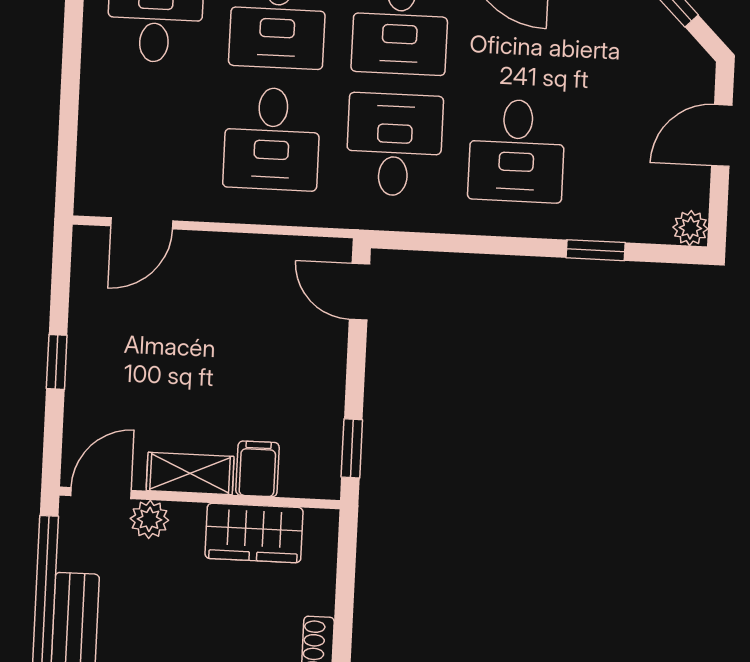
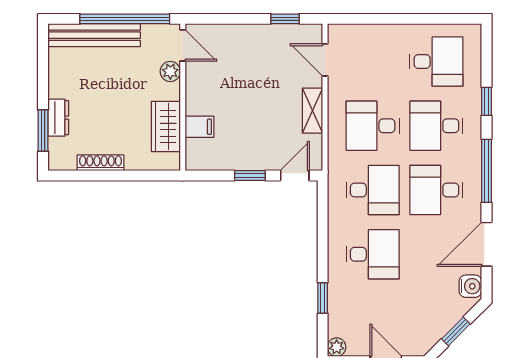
desk: (517, 151) -> (373, 254), turned 180
window: (57, 362) -> (285, 19), moved
window: (352, 448) -> (250, 176), moved
shelving: (190, 473) -> (312, 111), moved

